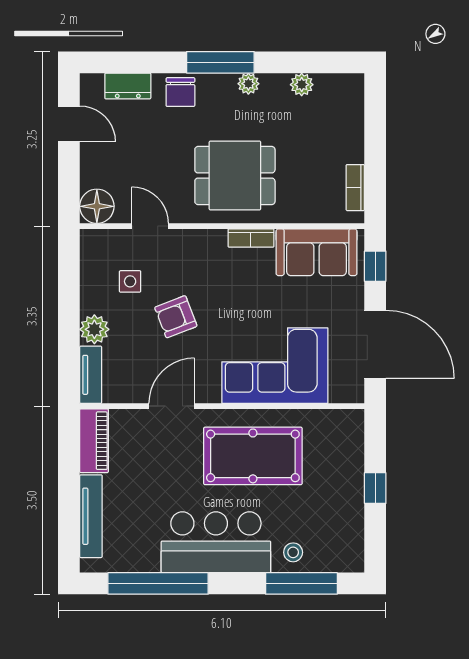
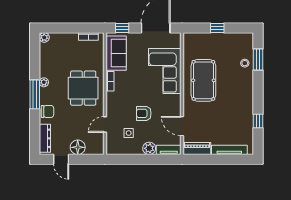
plant: (302, 85) -> (44, 37), moved
dresser: (128, 86) -> (45, 138), width x1.44
door: (69, 124) -> (61, 159), swing flipped
floor lamp: (97, 206) -> (78, 147), moved
armchair: (176, 317) -> (144, 113), turned 111
door: (172, 406) -> (182, 126), moved
bar counter: (216, 542) -> (240, 96), removed
window: (158, 583) -> (258, 121), width x0.32
window: (301, 583) -> (258, 60), width x0.69

